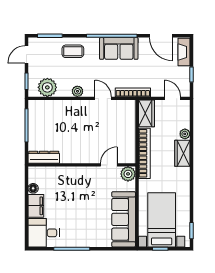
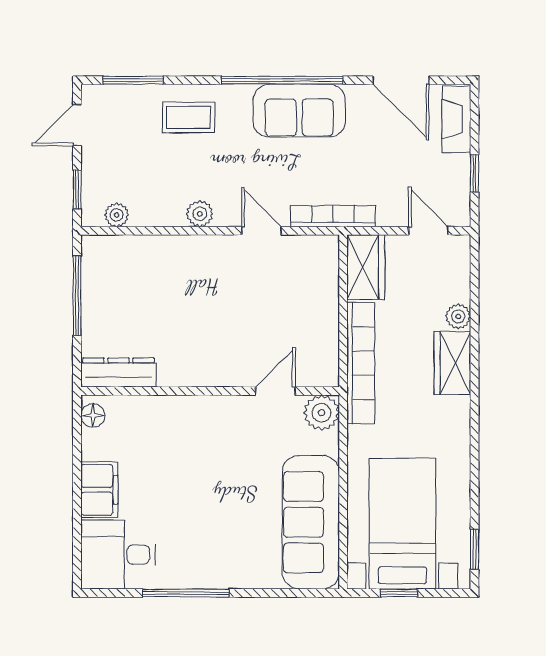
plant: (47, 87) -> (117, 215), width x0.53, depth x0.53
floor lamp: (33, 188) -> (93, 415), moved

